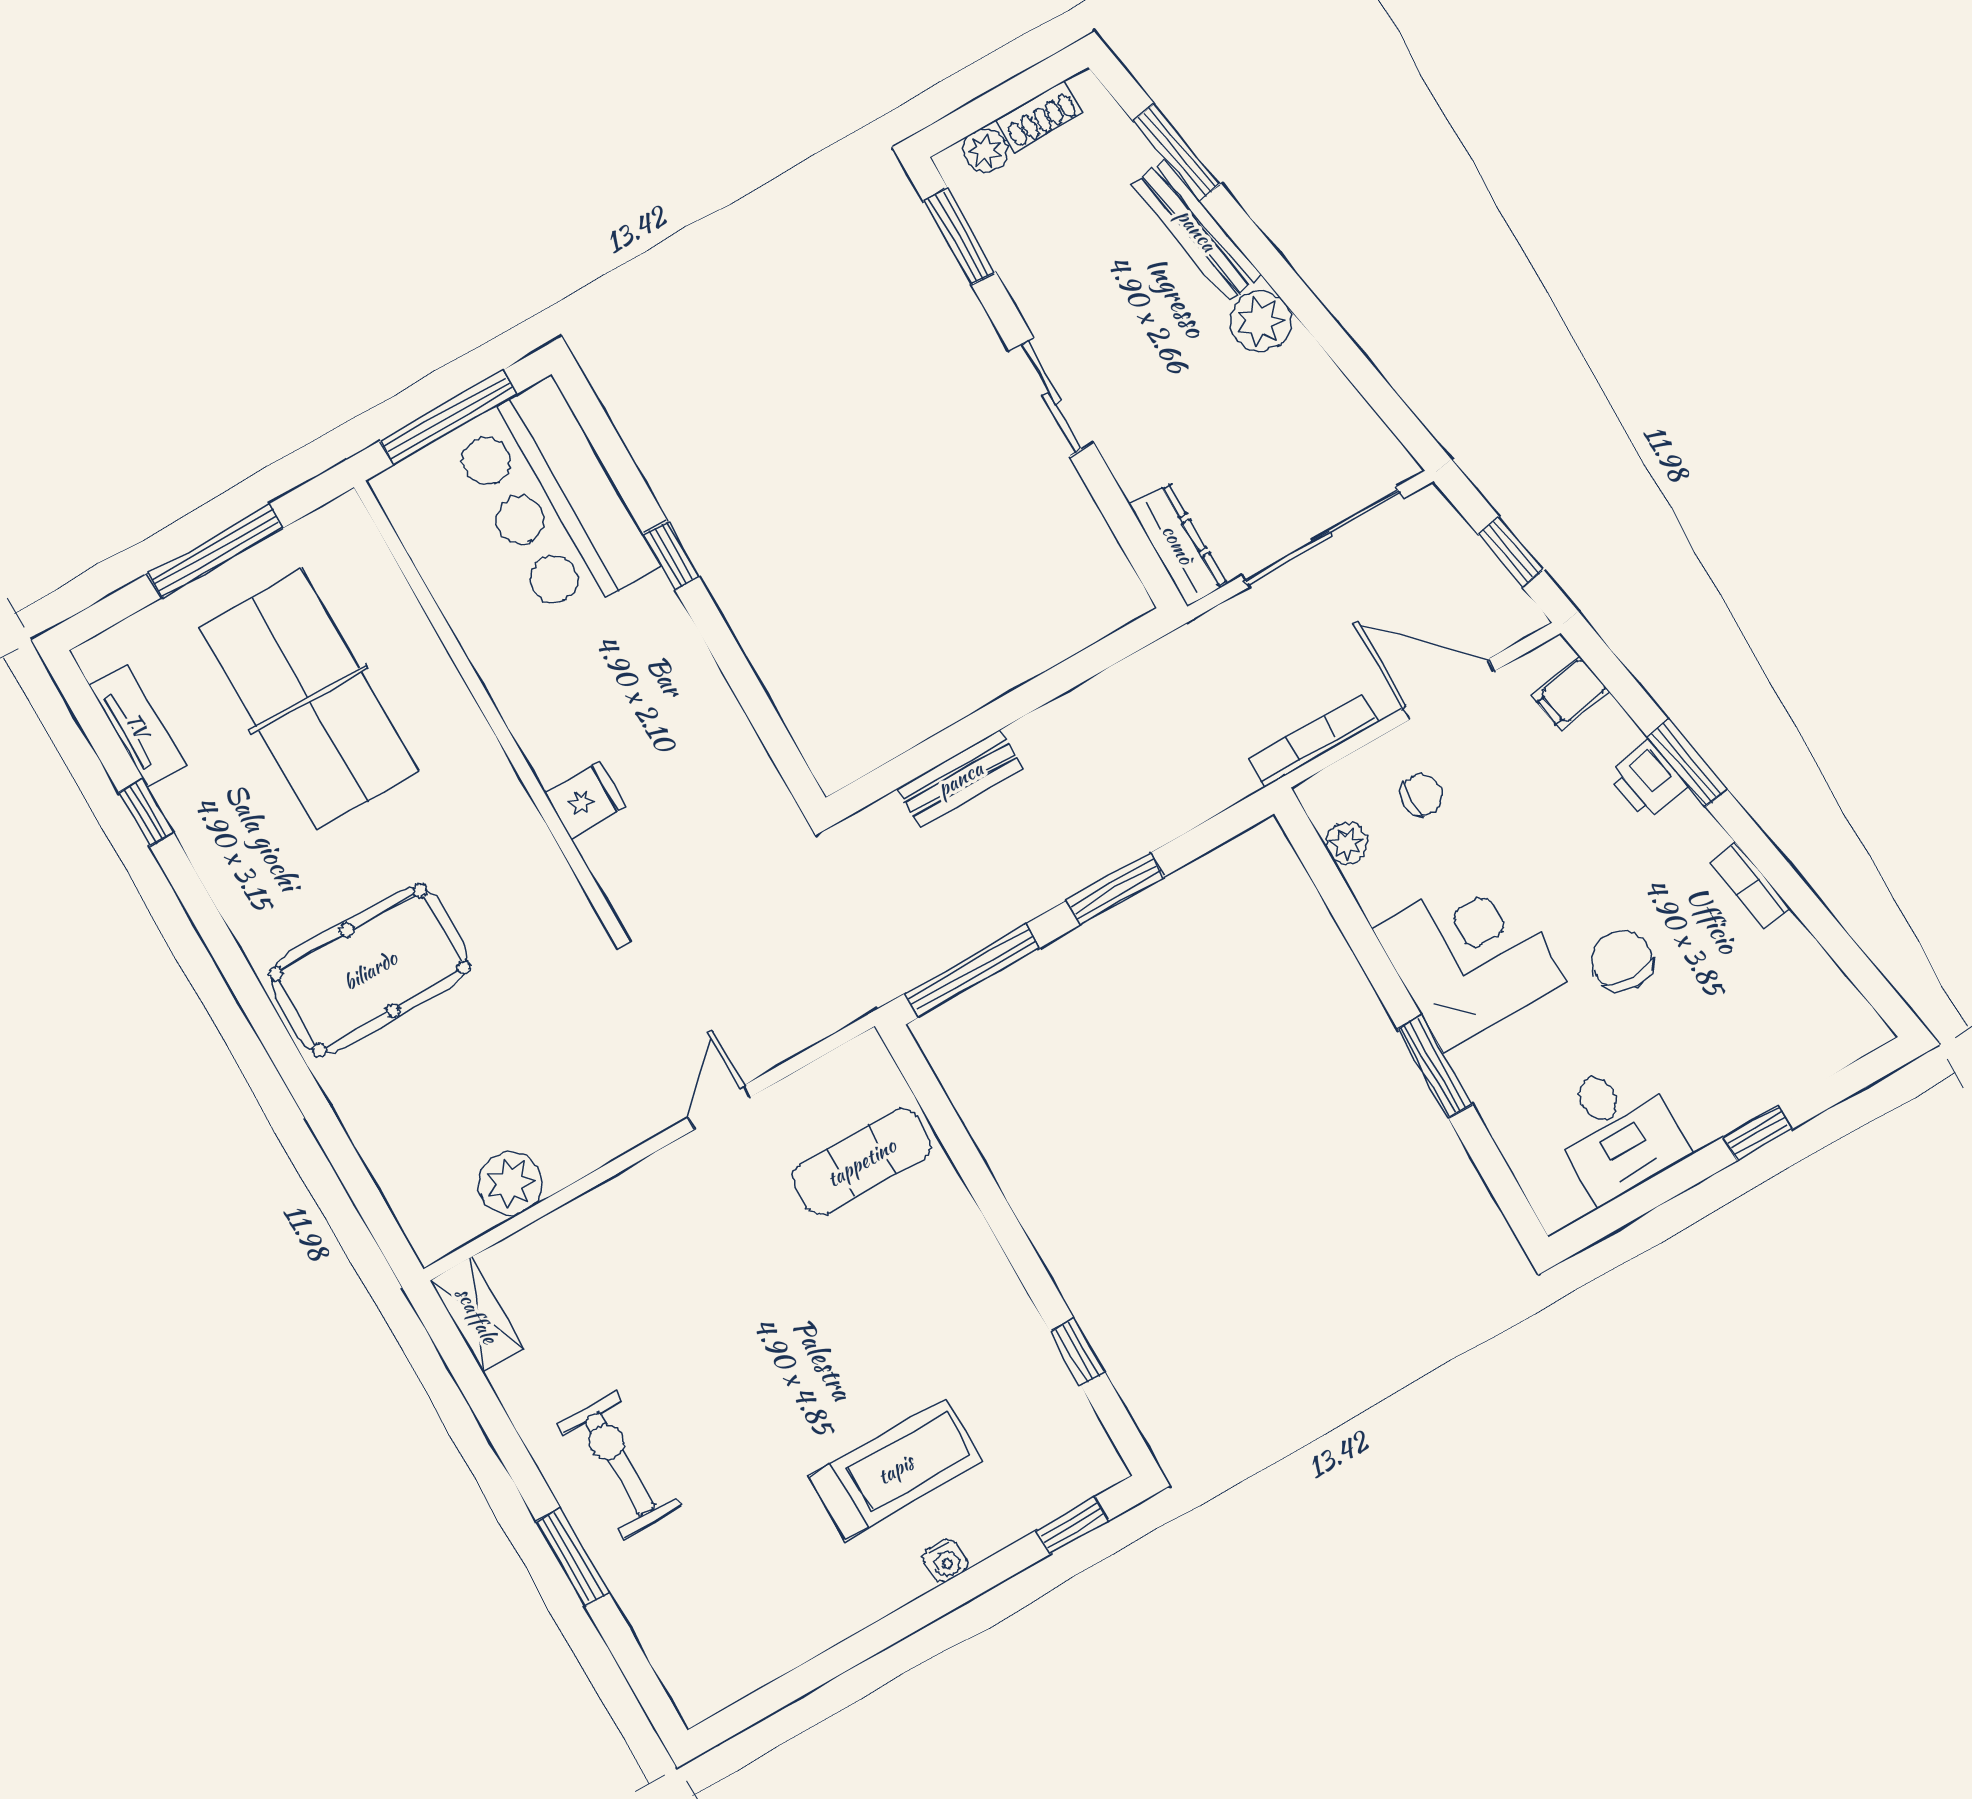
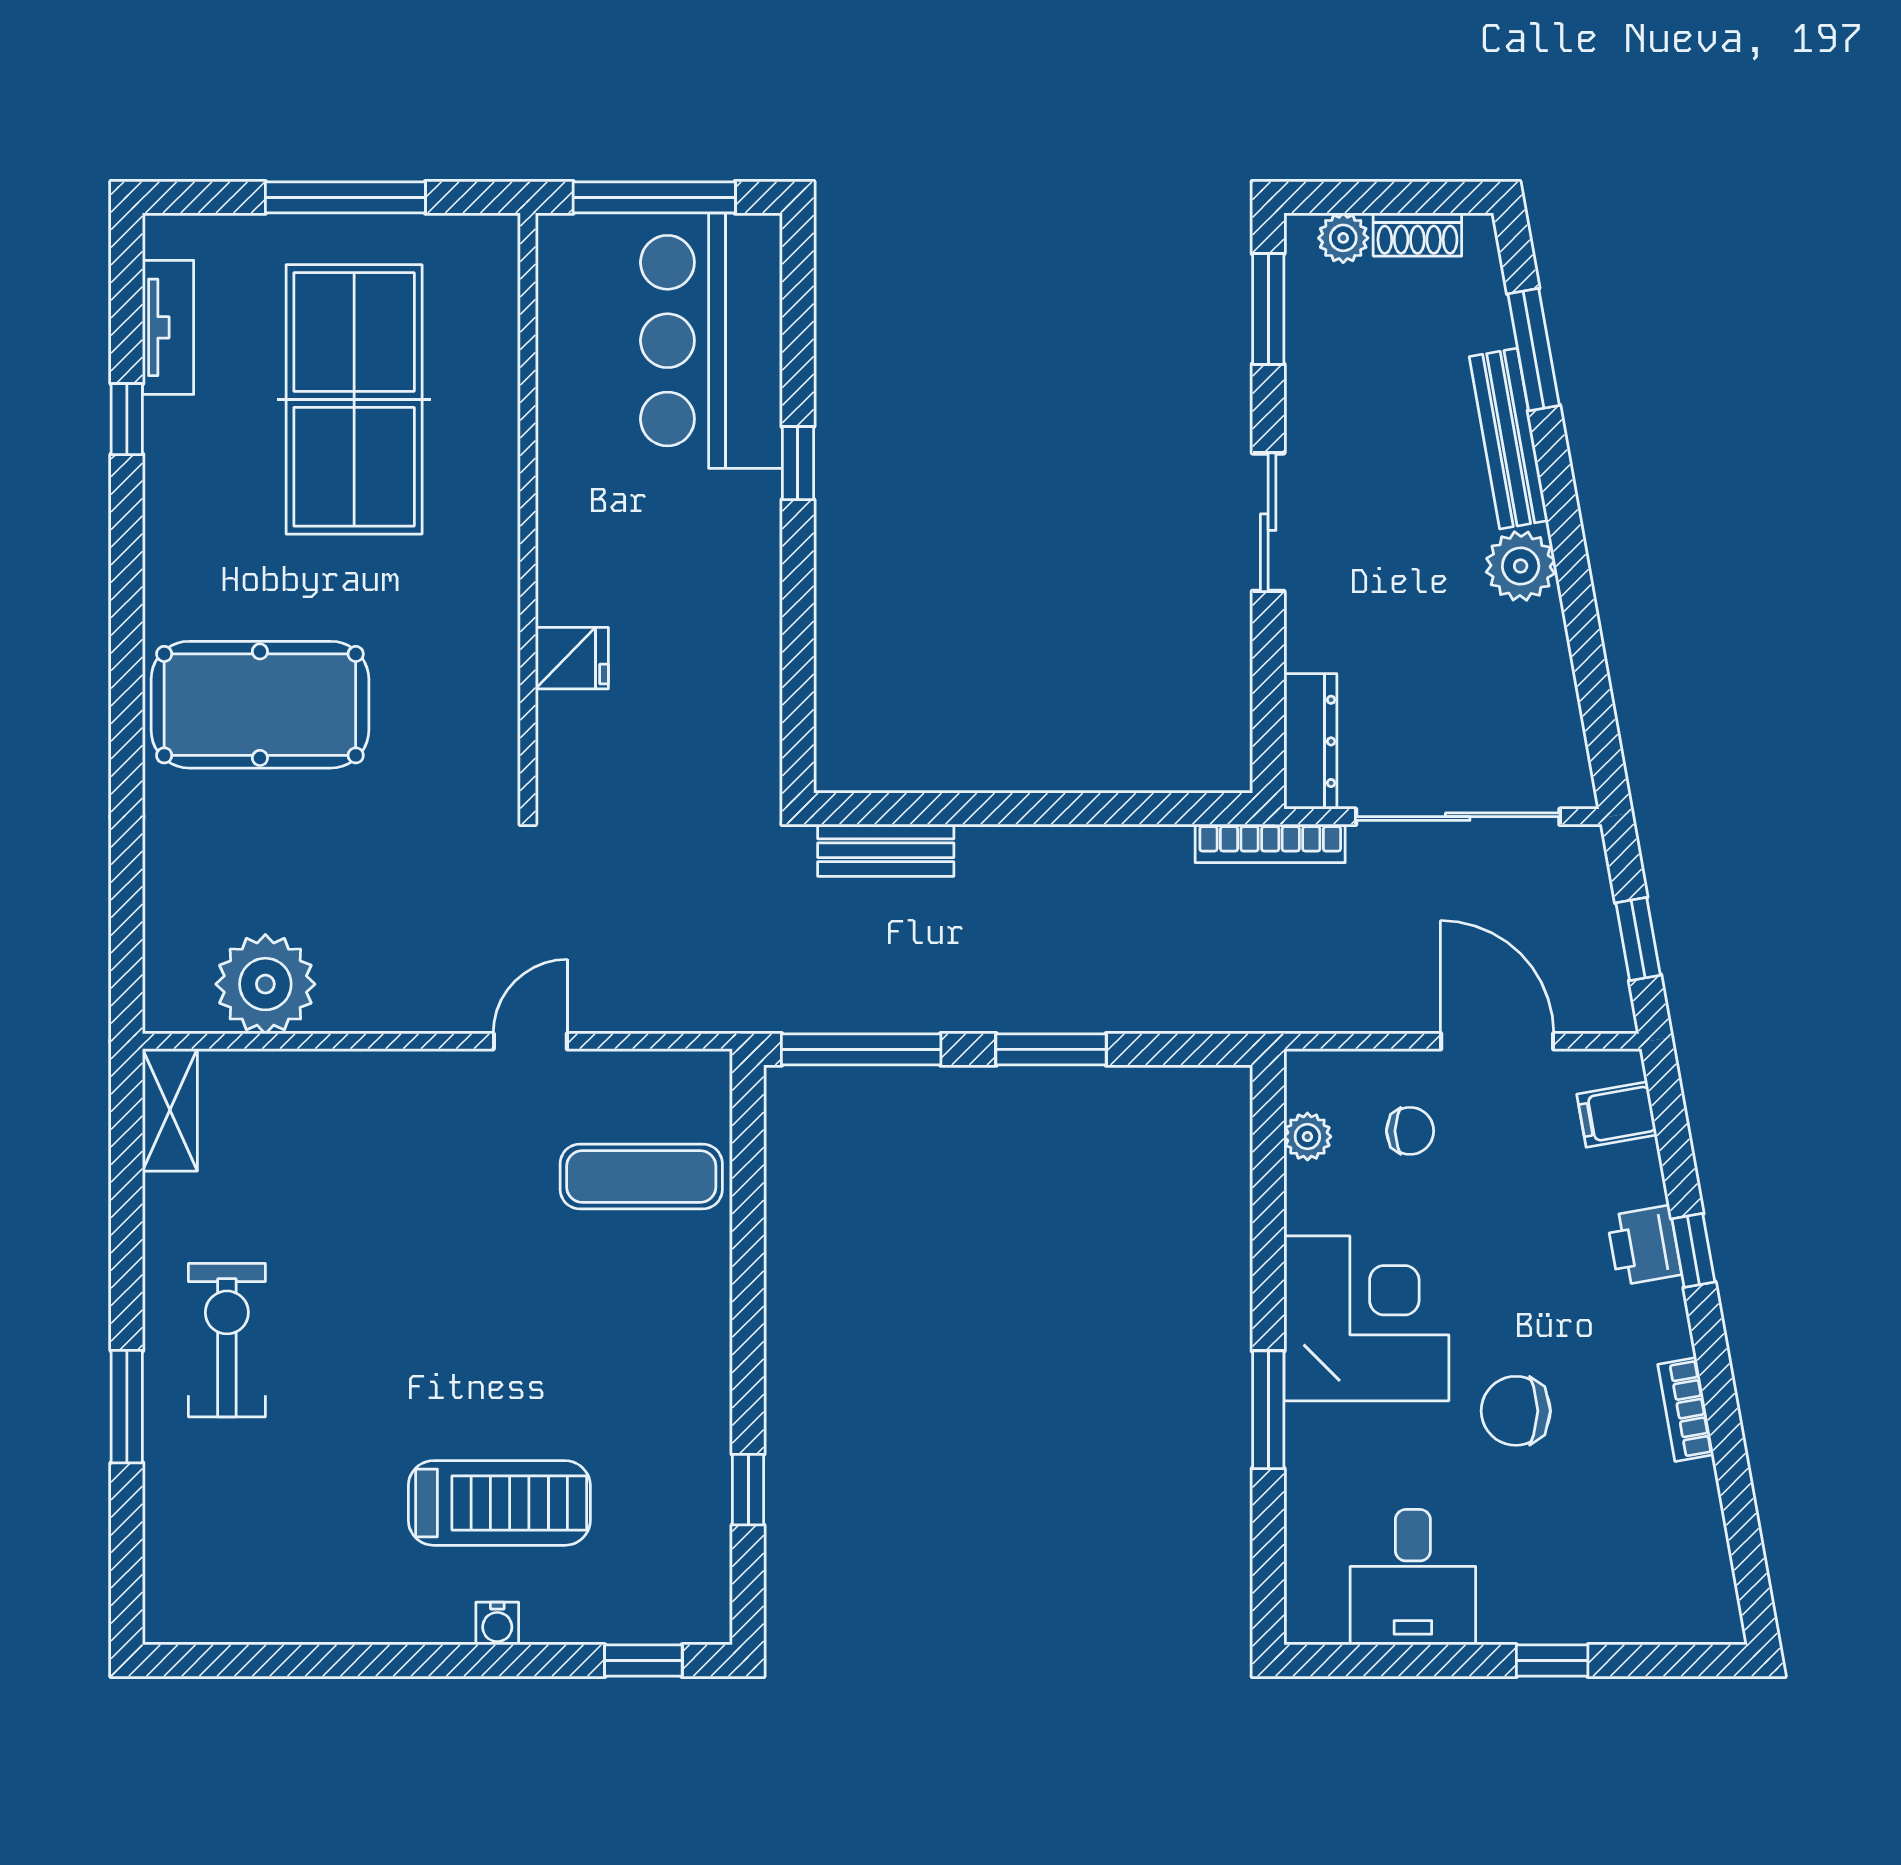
bookcase: (1313, 741) -> (1270, 843), moved, turned 180
window: (1687, 763) -> (1693, 1250), width x0.67
bench: (960, 778) -> (886, 850), moved
chair: (1622, 960) -> (1516, 1411), turned -90
plant: (510, 1183) -> (265, 984), width x1.36, depth x1.36

